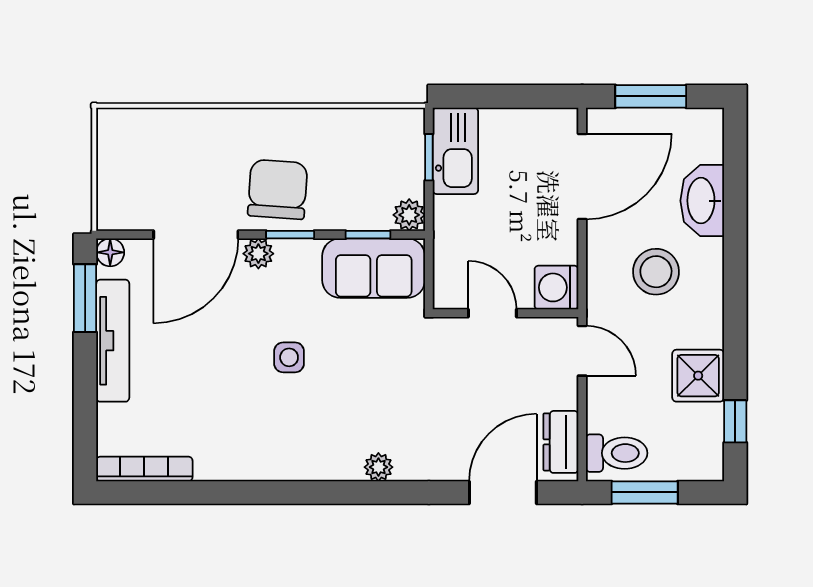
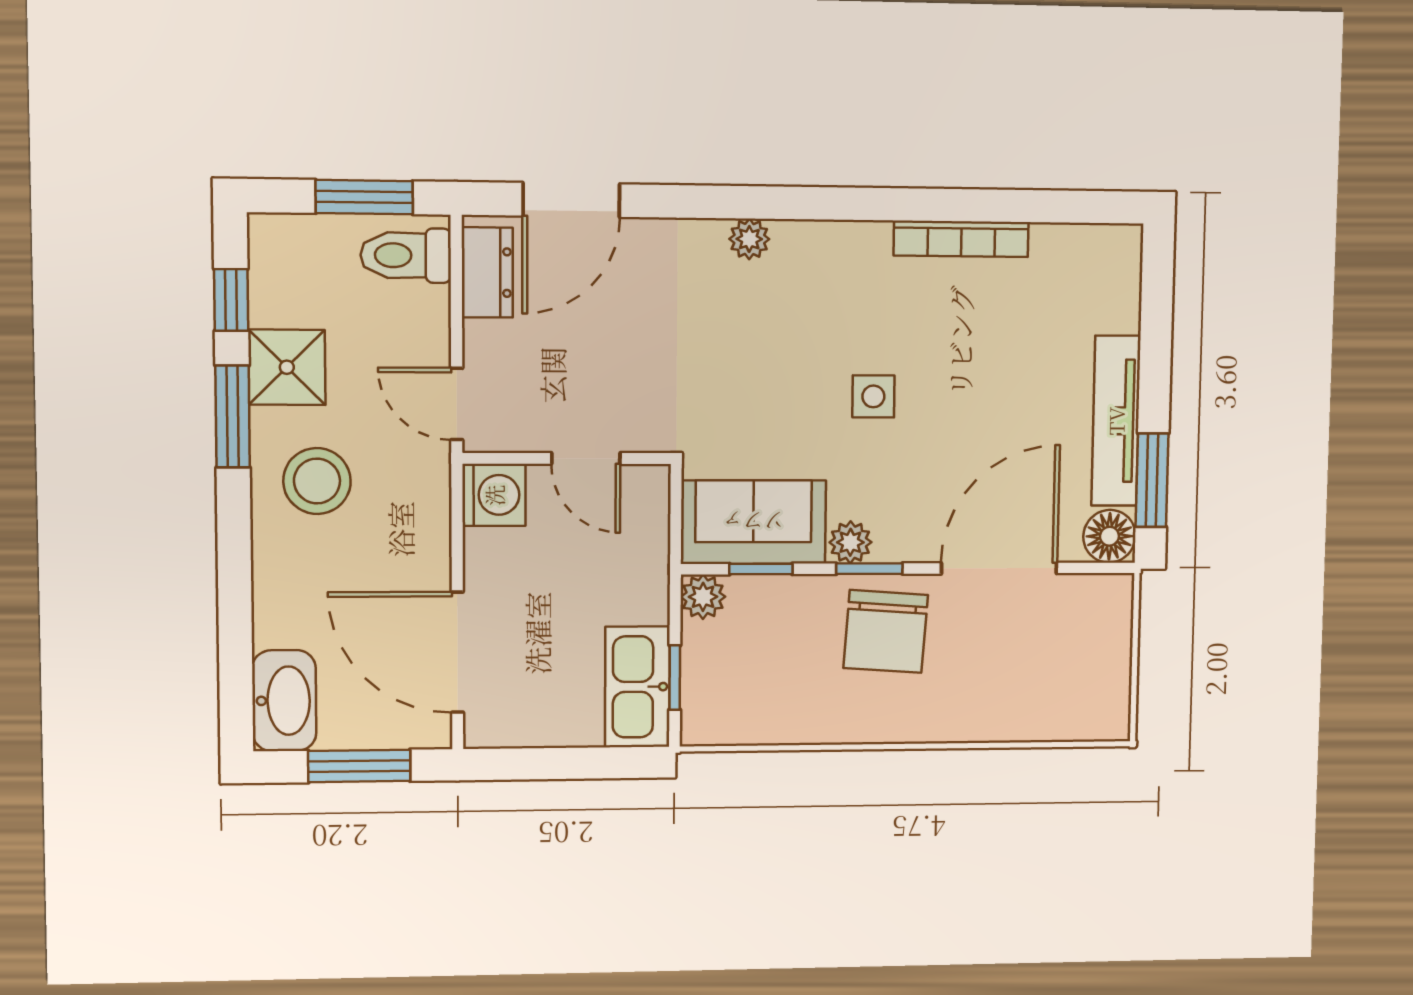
door: (582, 176) -> (457, 652), hinge flipped
washbasin: (702, 201) -> (284, 701), moved
floor lamp: (110, 252) -> (1109, 536), width x1.37, depth x1.37
plant: (258, 254) -> (850, 542), moved
stool: (656, 272) -> (317, 481), moved
window: (735, 342) -> (233, 417), added
bookcase: (144, 469) -> (961, 239), moved

